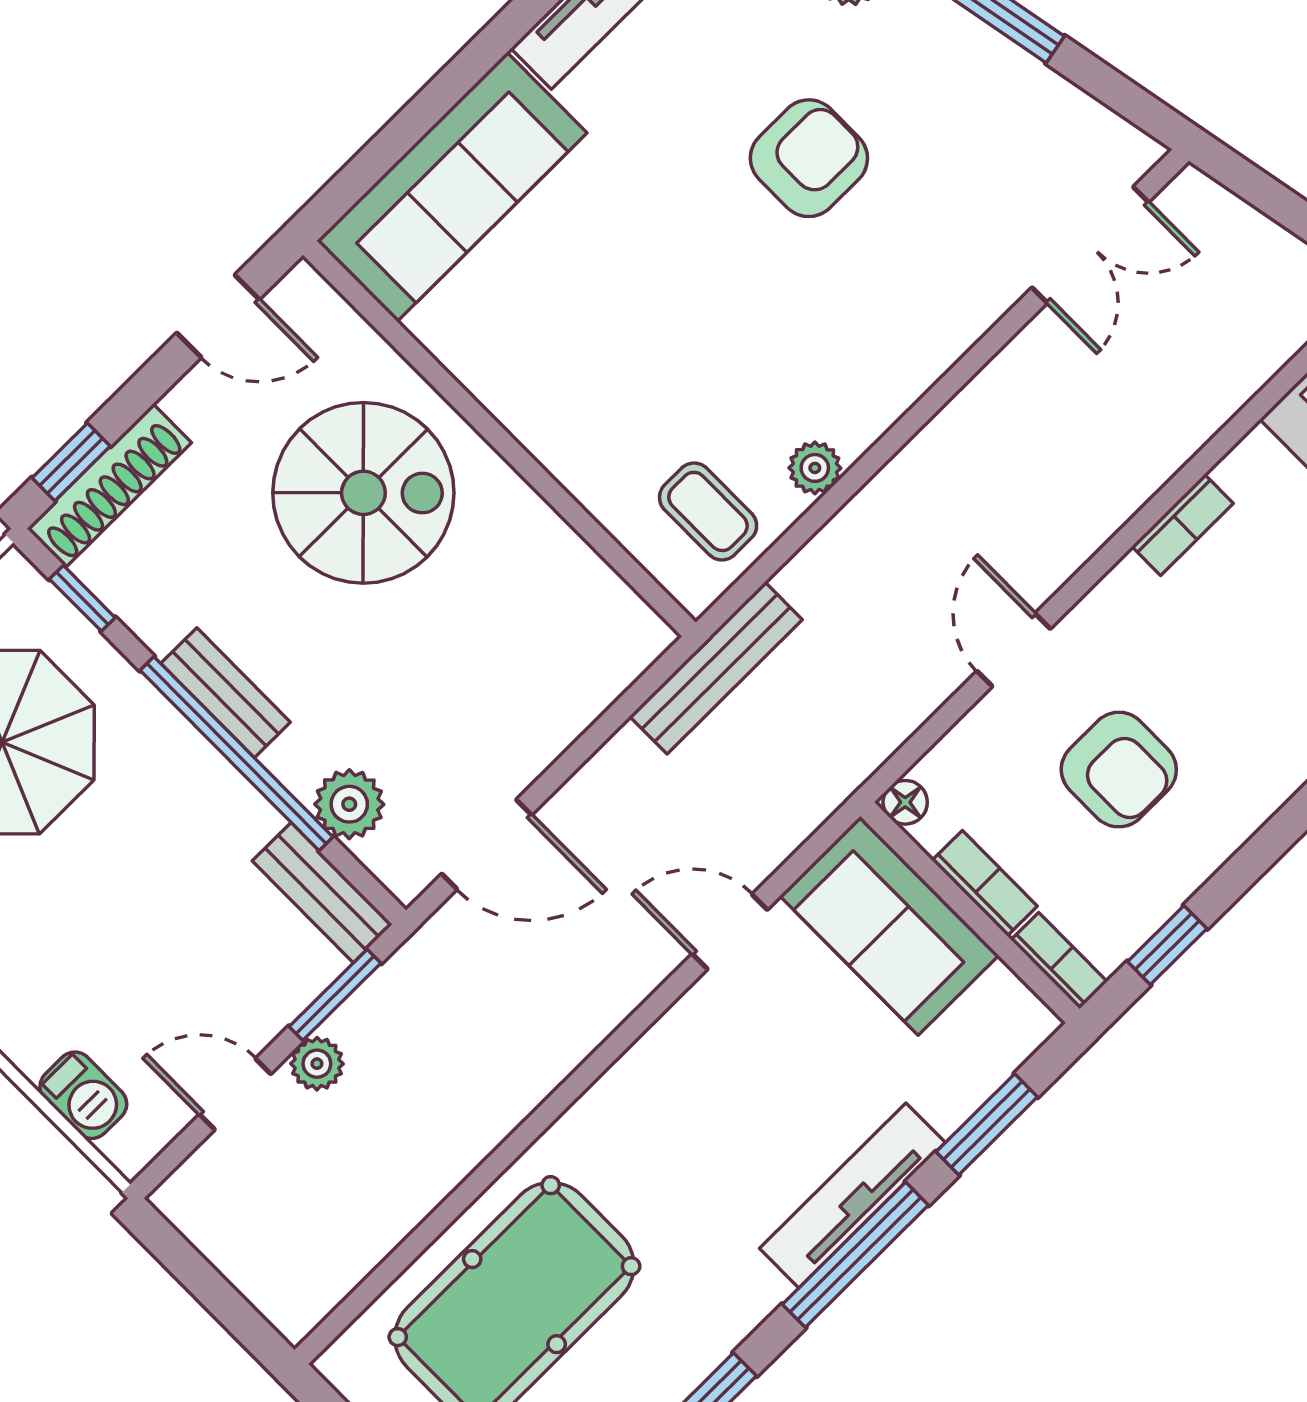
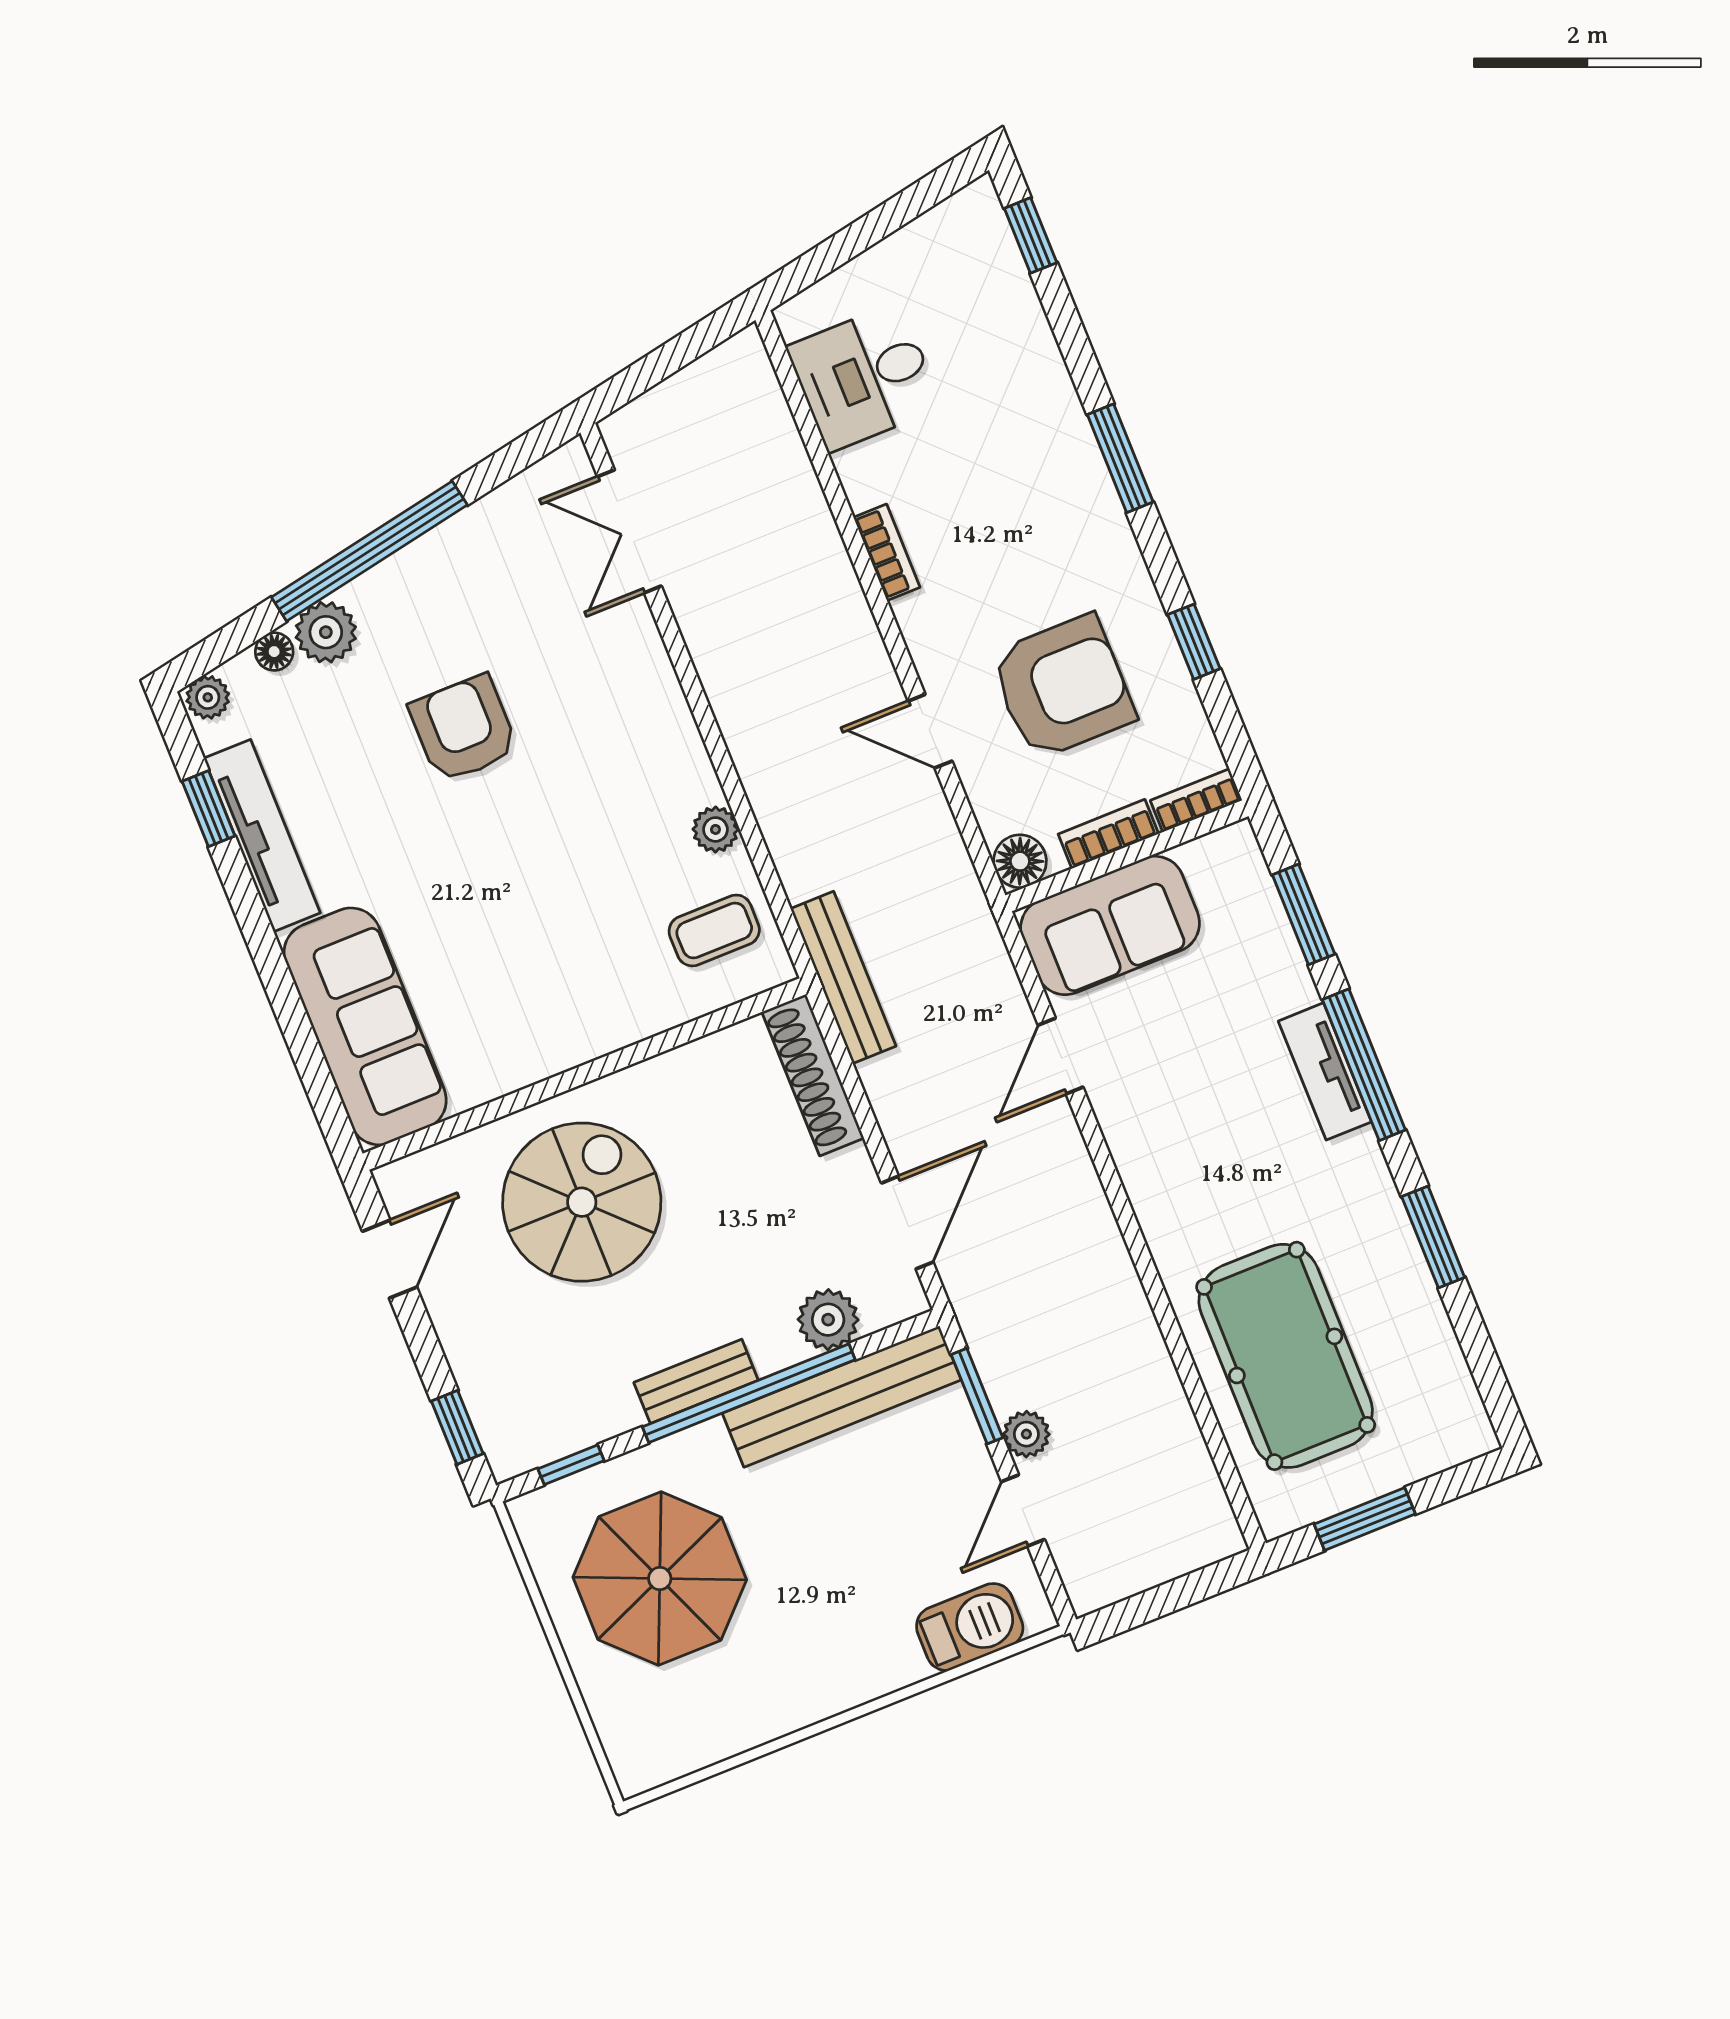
double door: (1090, 245) -> (629, 531), swing flipped
shoe rack: (109, 486) -> (813, 1075), moved, turned 180
armchair: (1119, 770) -> (1062, 687), width x1.36, depth x1.36
floor lamp: (905, 802) -> (1020, 861), width x1.37, depth x1.37
bench: (322, 893) -> (842, 1397), width x1.86, depth x1.21
window: (1167, 945) -> (1194, 642), moved
barbecue: (83, 1095) -> (970, 1627), width x1.38, depth x1.27
tv unit: (852, 1195) -> (1325, 1071), width x0.71

